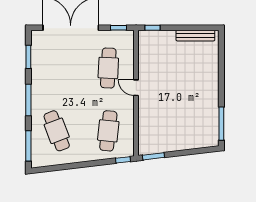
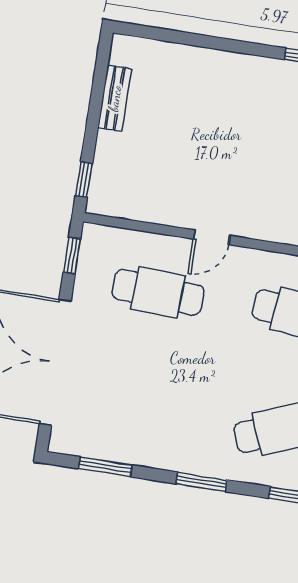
bench: (195, 36) -> (115, 98), width x0.73
window: (28, 100) -> (201, 482), width x0.69

